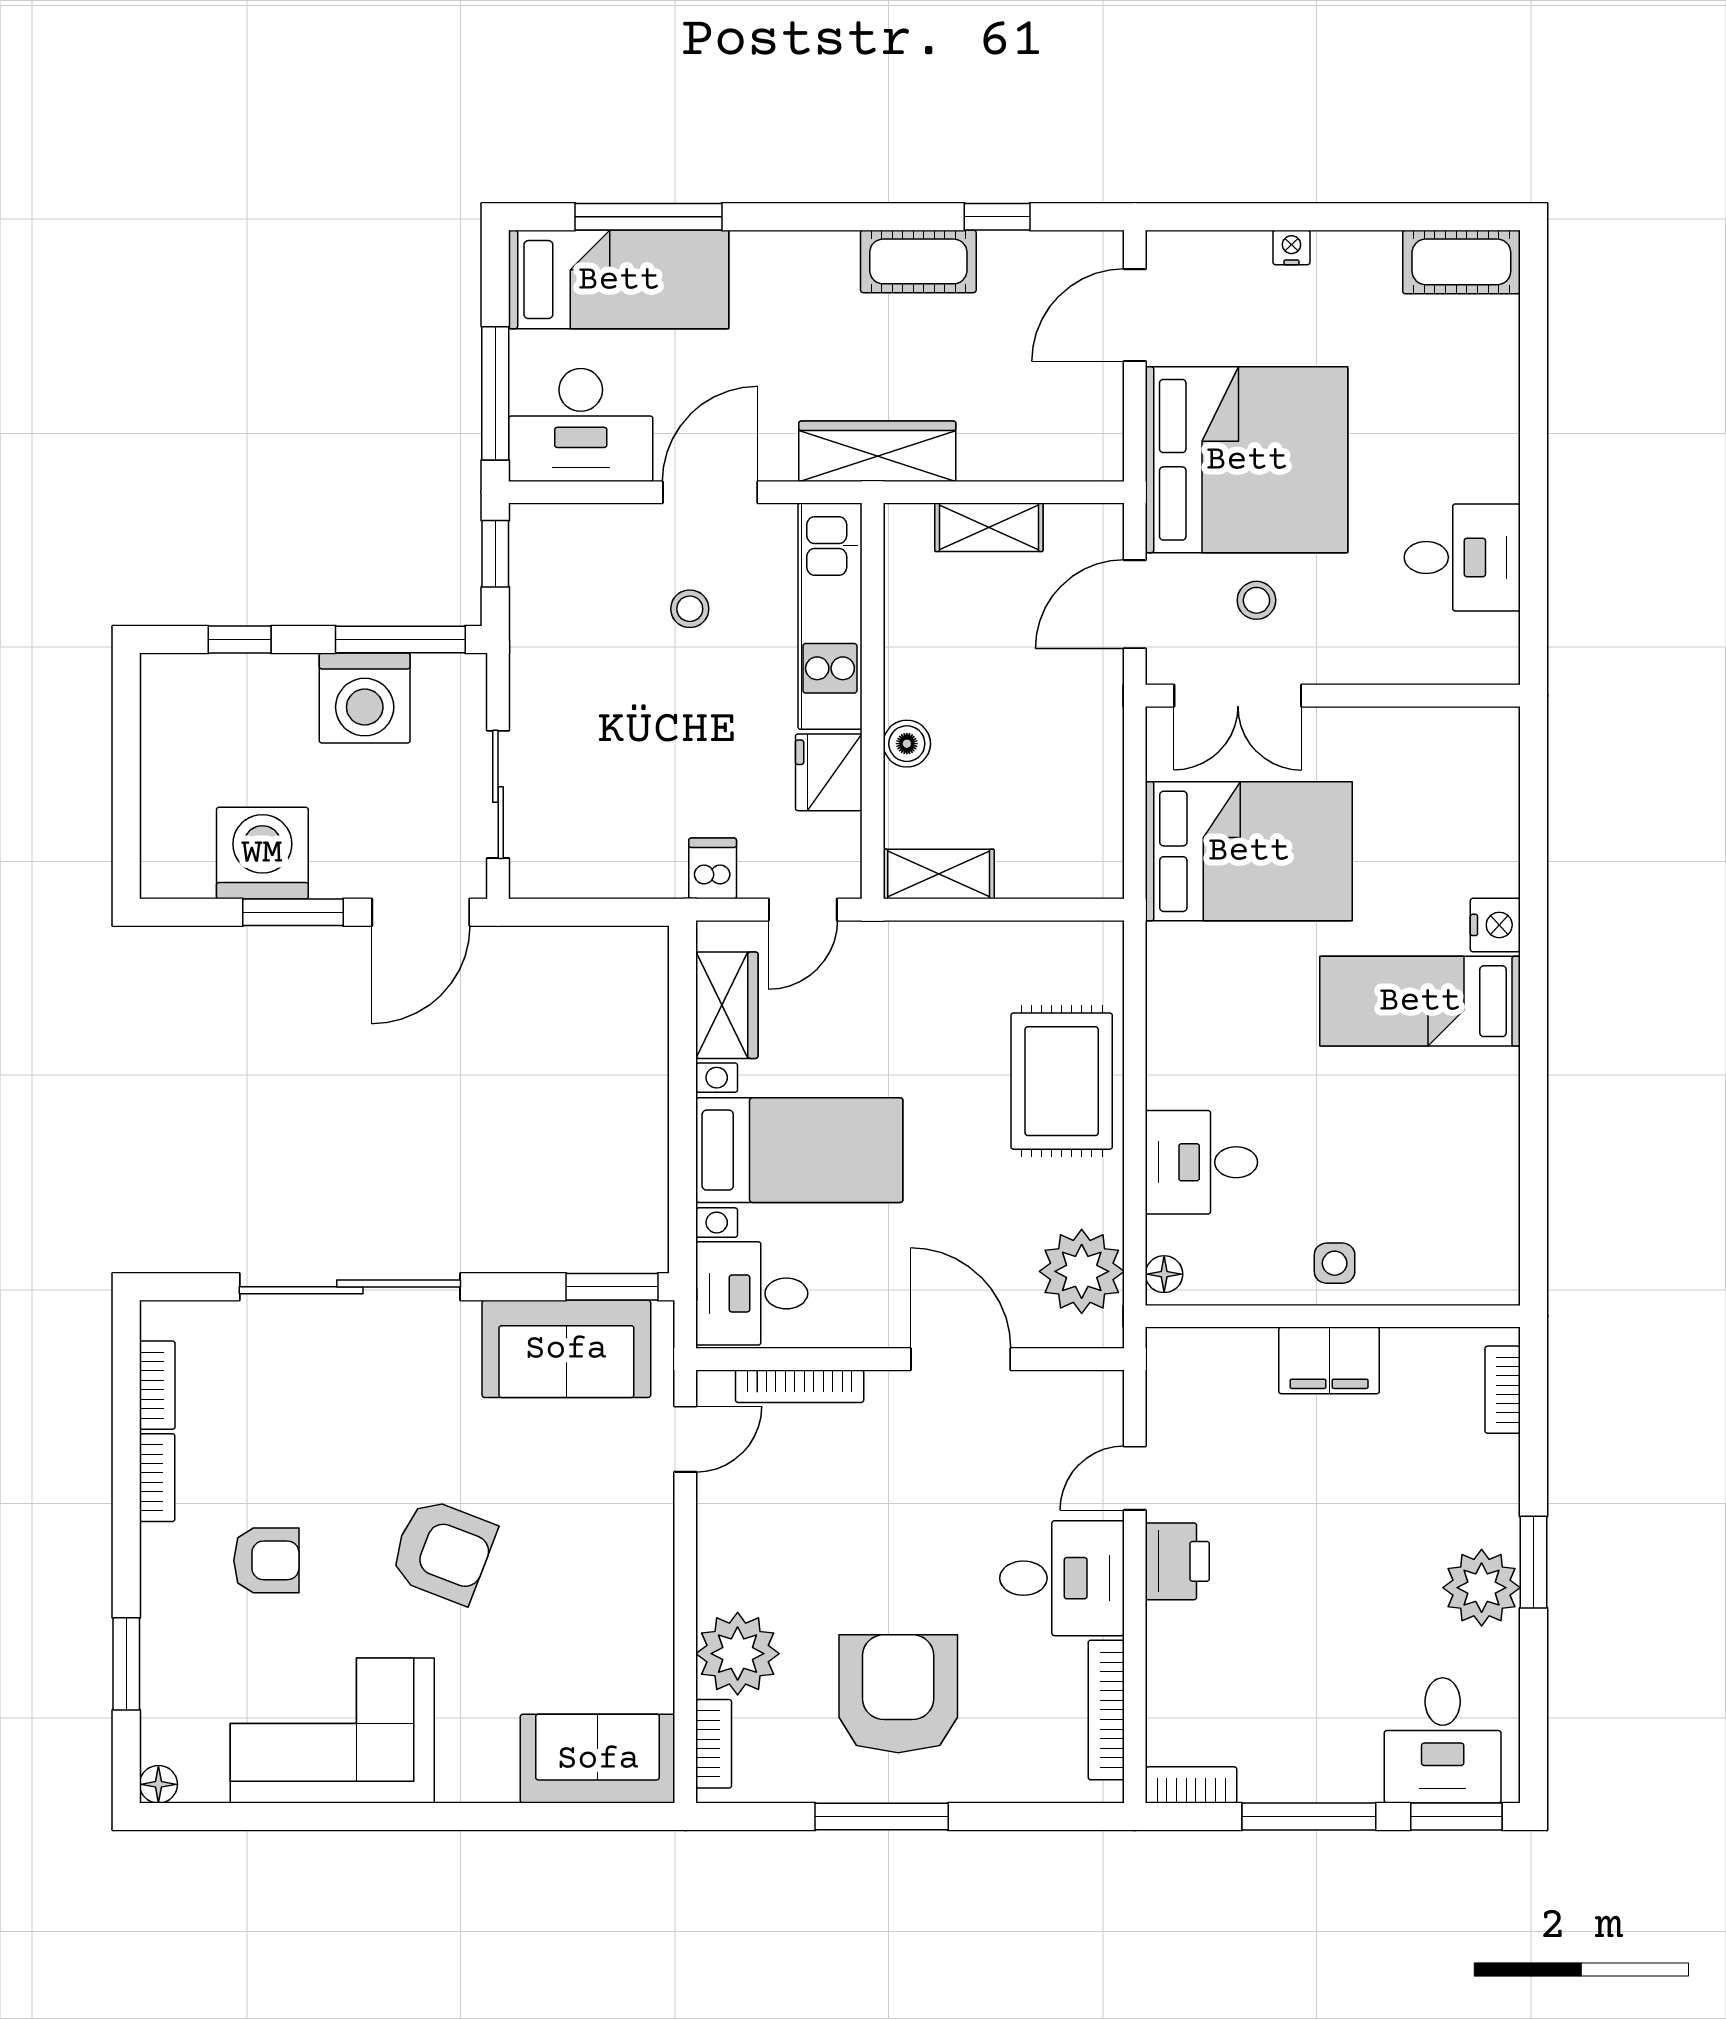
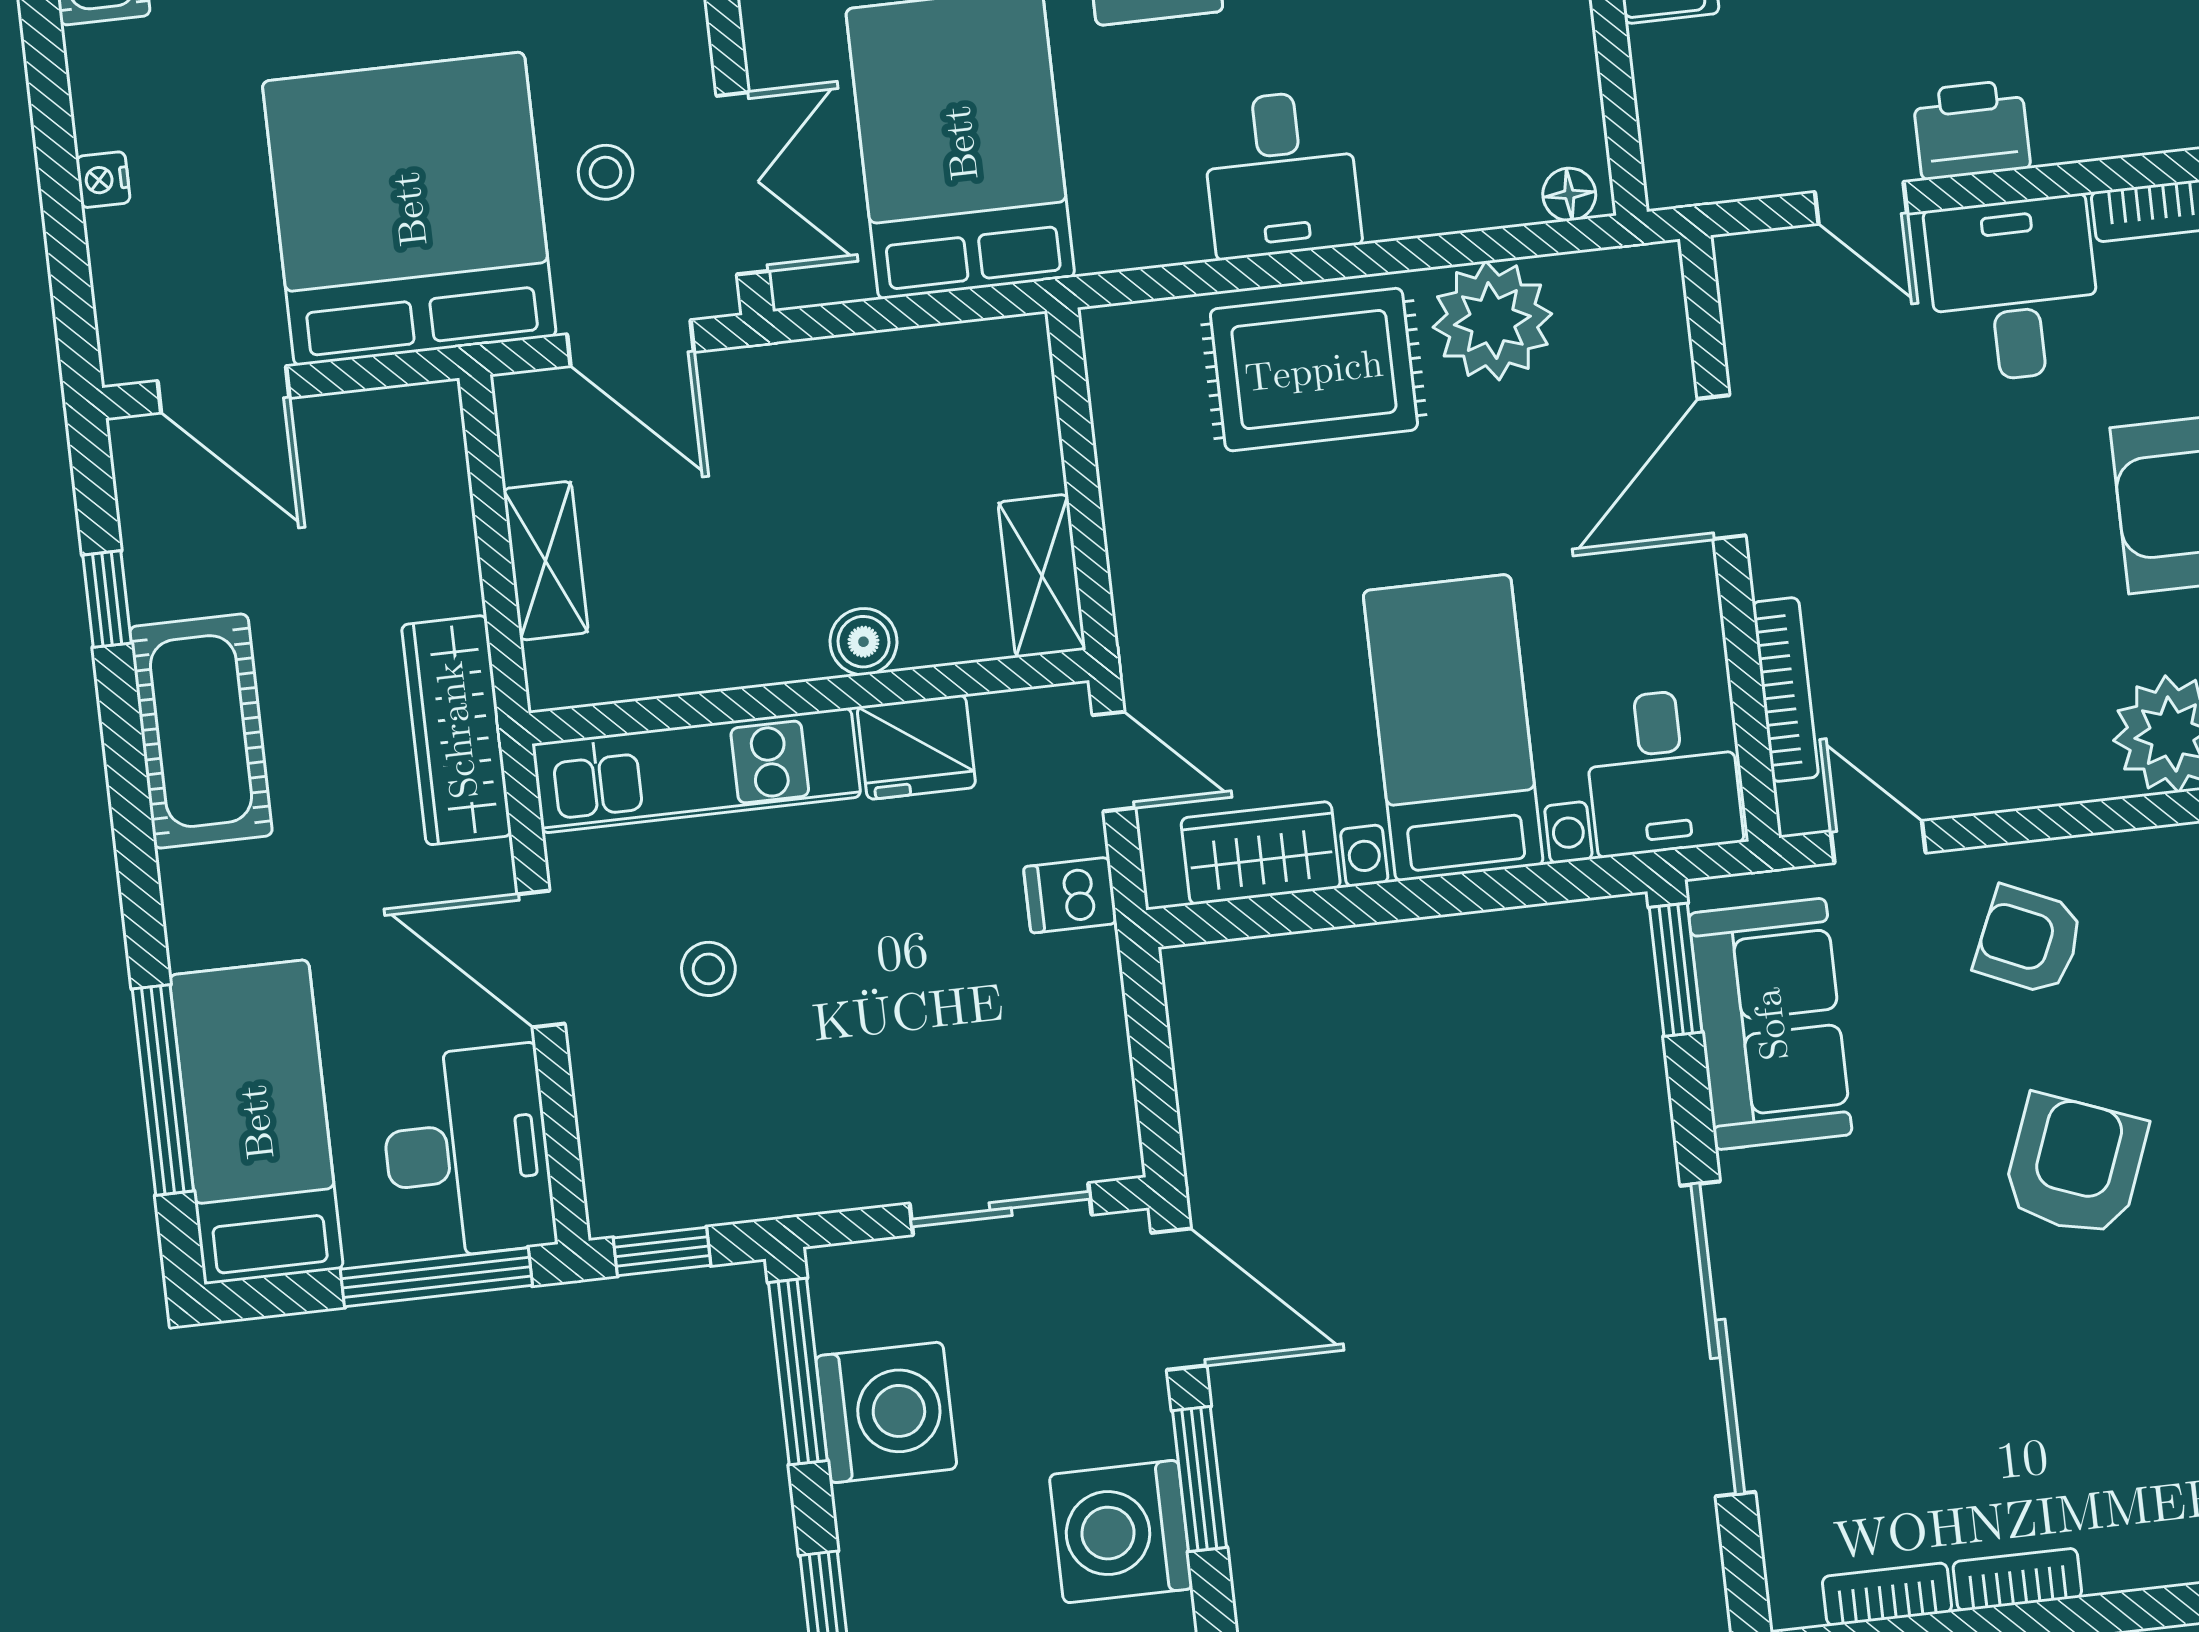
cot: (918, 261) -> (201, 731), width x1.37, depth x1.34
desk: (1201, 1162) -> (1281, 174), moved
plant: (1082, 1271) -> (1492, 321), moved
armchair: (266, 1560) -> (2029, 940), moved, turned -66

